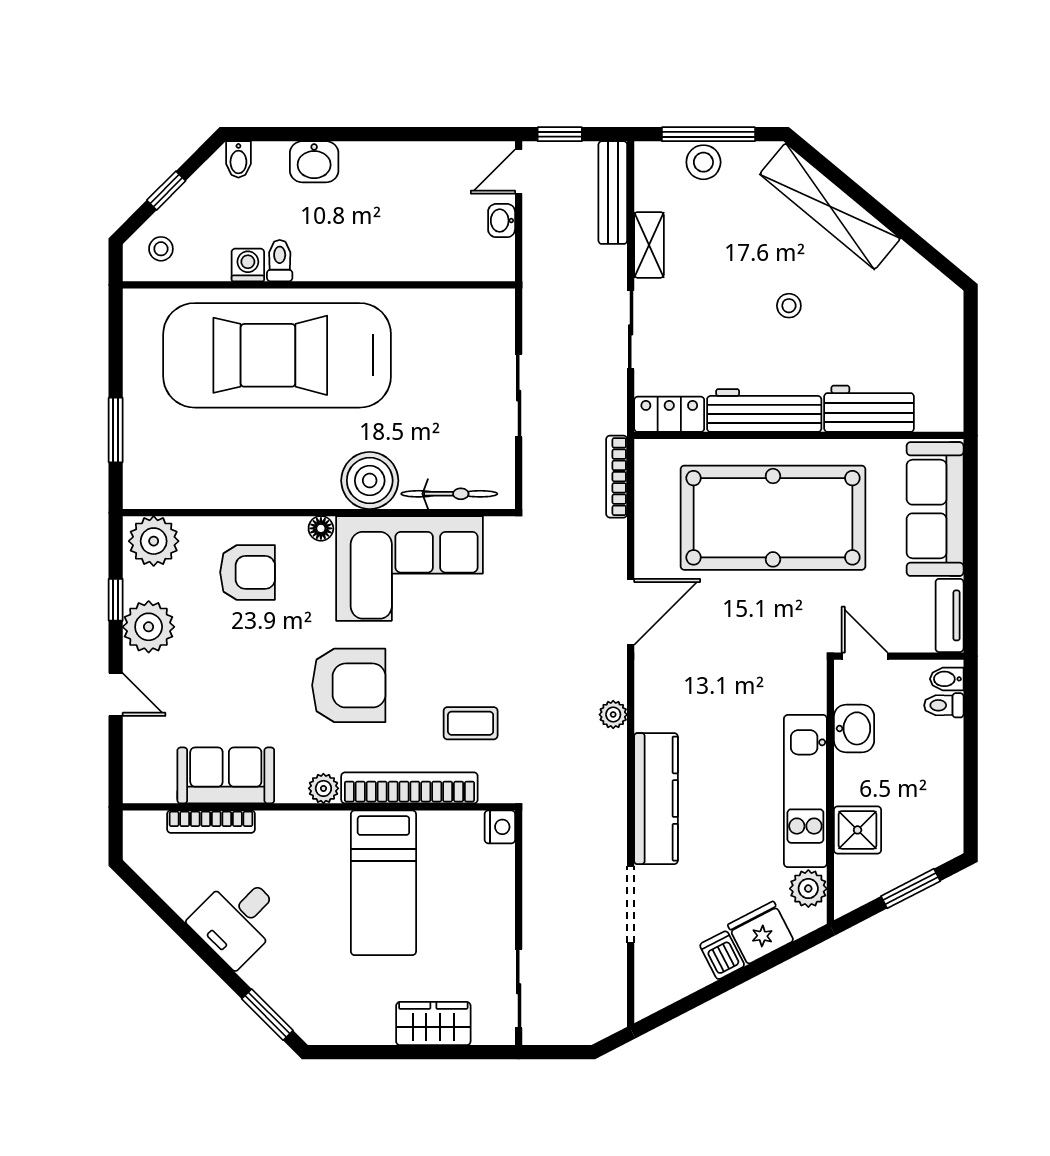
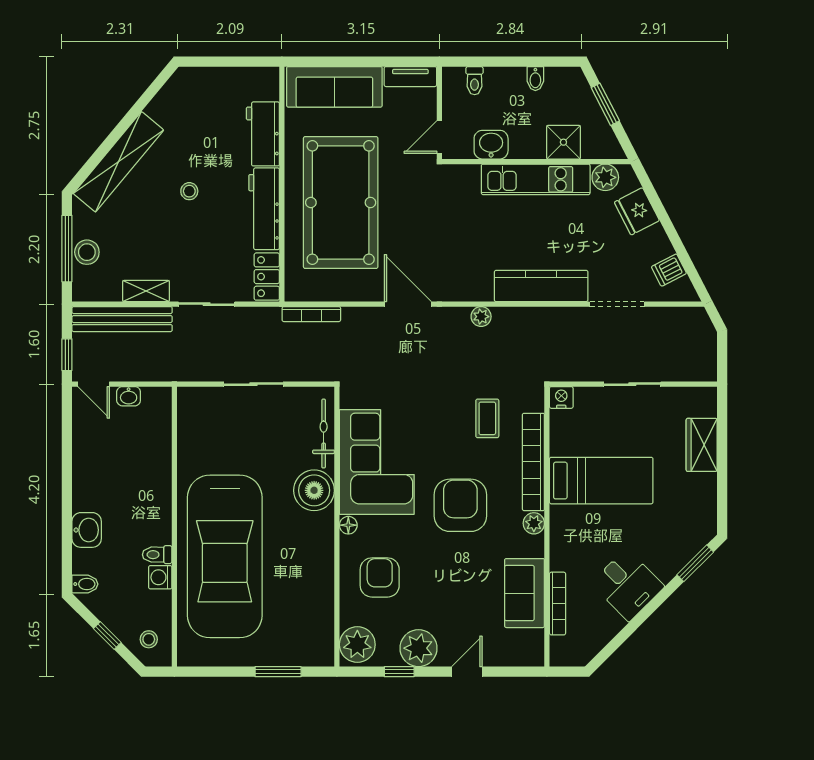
bench: (613, 193) -> (122, 319), width x1.37, depth x1.21
bidet: (947, 679) -> (535, 79), moved
dishwasher: (722, 955) -> (669, 270), moved
sliding door: (519, 989) -> (632, 384), moved

